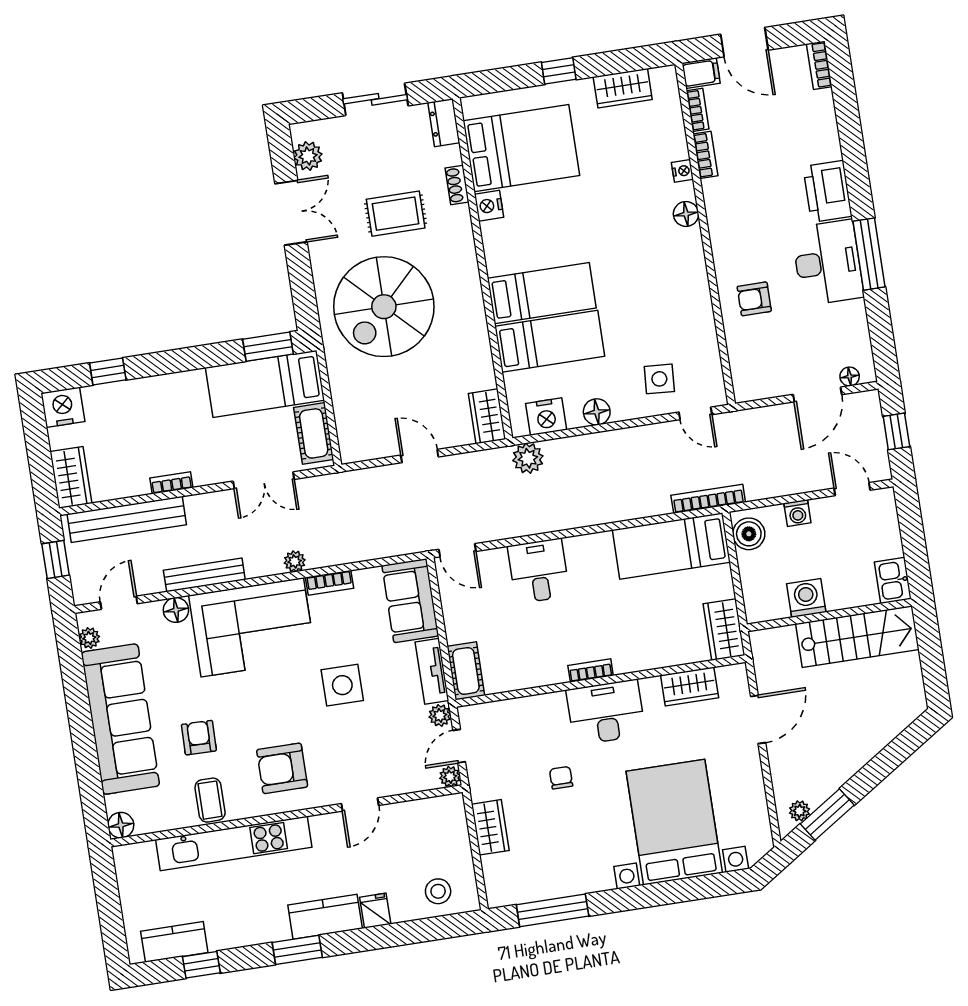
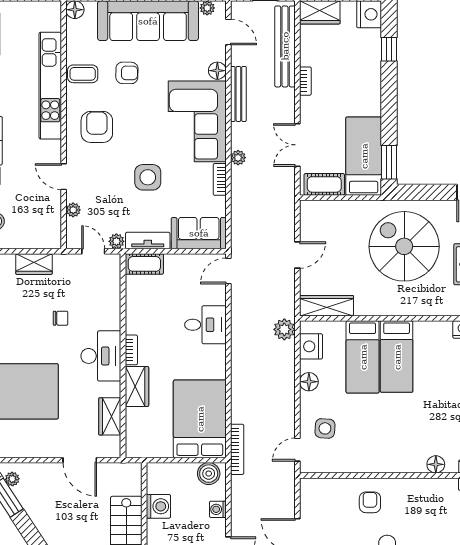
wardrobe: (487, 416) -> (326, 306), width x1.50
bed: (671, 546) -> (200, 419), width x1.50
wardrobe: (724, 630) -> (137, 386), moved, turned 90
plant: (450, 777) -> (73, 210), moved

